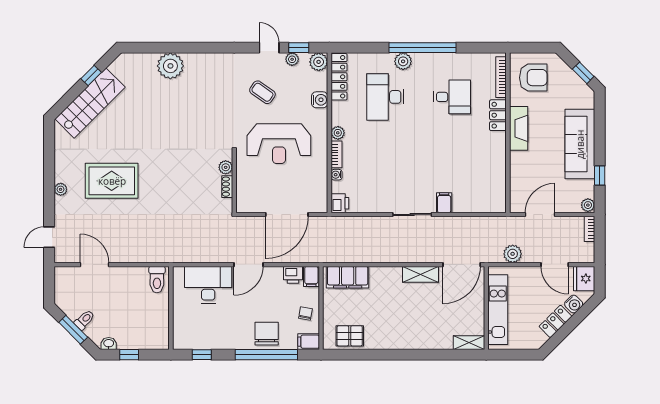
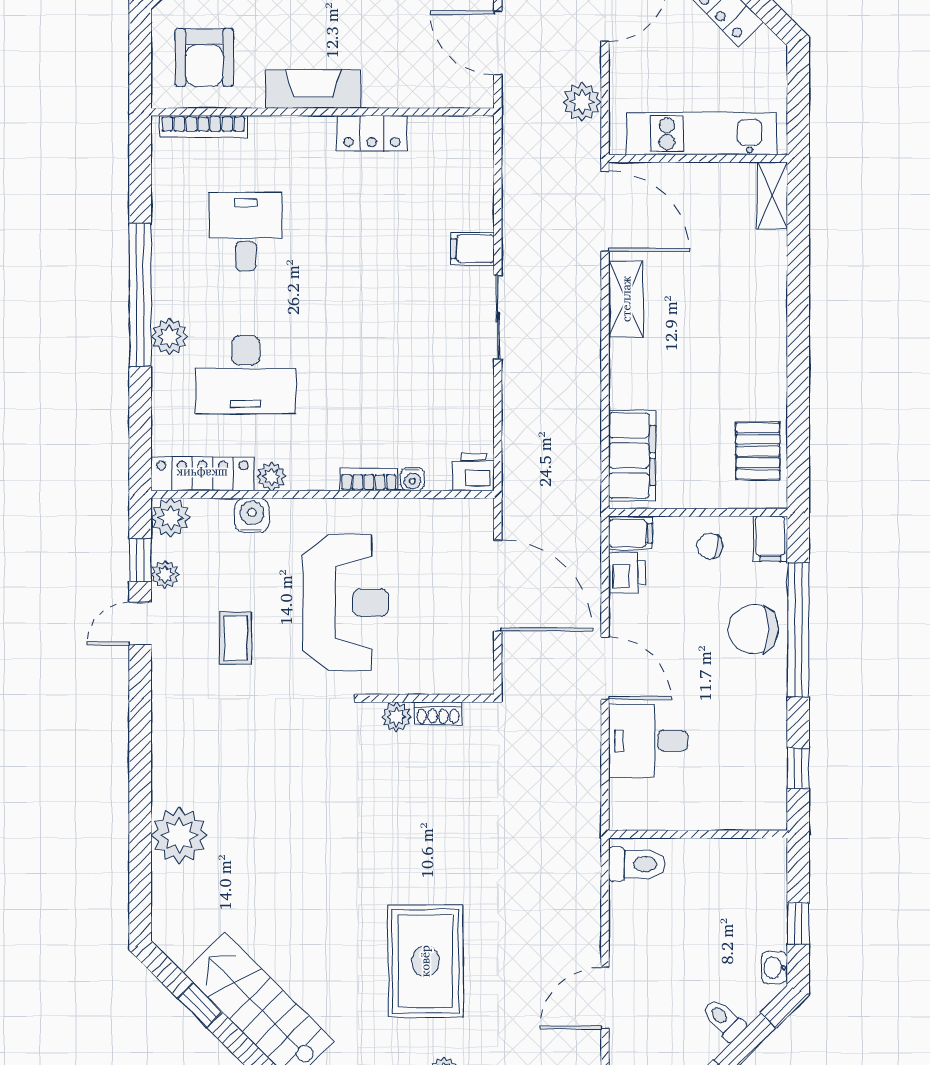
armchair: (533, 78) -> (204, 57), turned 180
coffee table: (262, 92) -> (236, 638), turned -35
locker: (498, 115) -> (372, 133), moved
plant: (338, 133) -> (271, 477), moved
desk: (208, 285) -> (648, 741), width x0.73

